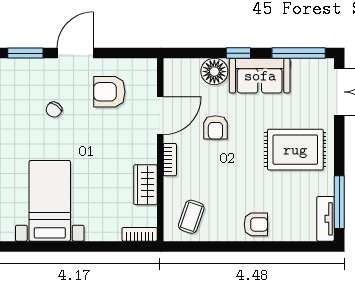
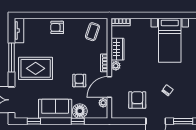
window: (238, 53) -> (78, 121), moved
window: (299, 53) -> (34, 121), width x0.46
plant: (172, 87) -> (103, 103), added
armchair: (109, 92) -> (137, 100), turned -90
plant: (149, 154) -> (116, 66), added
window: (339, 202) -> (12, 58), moved

